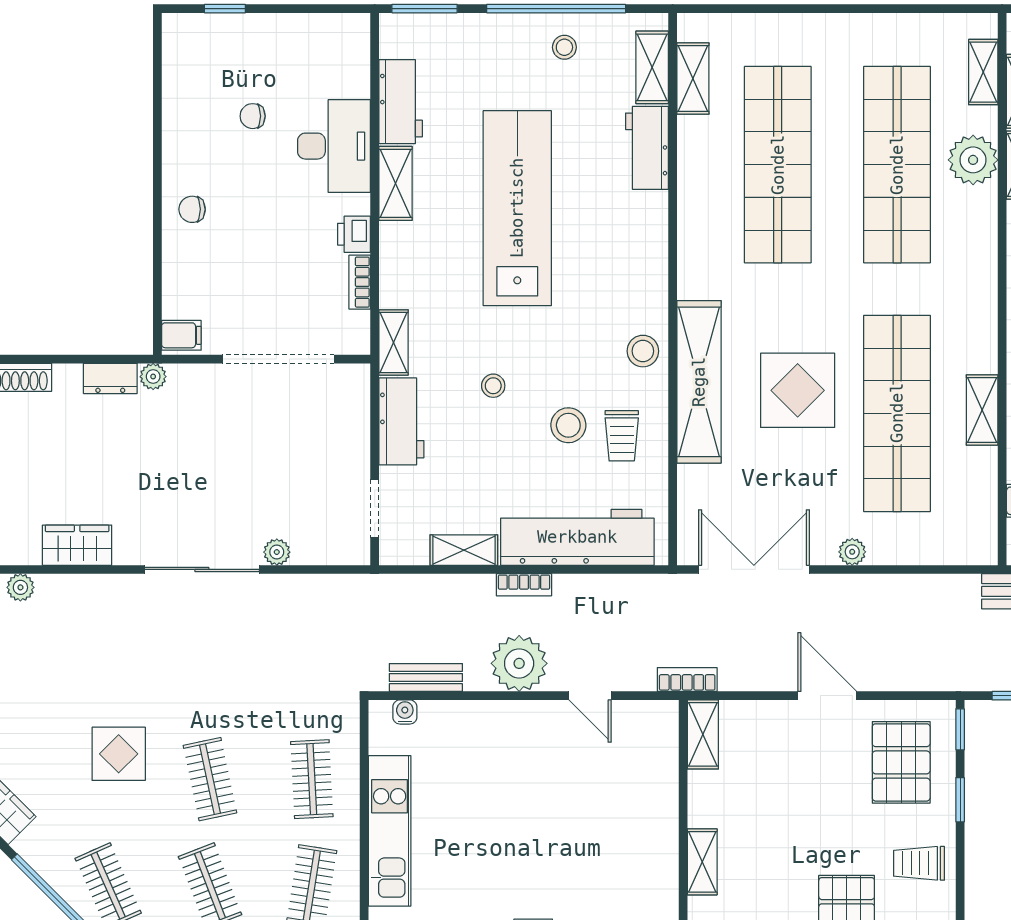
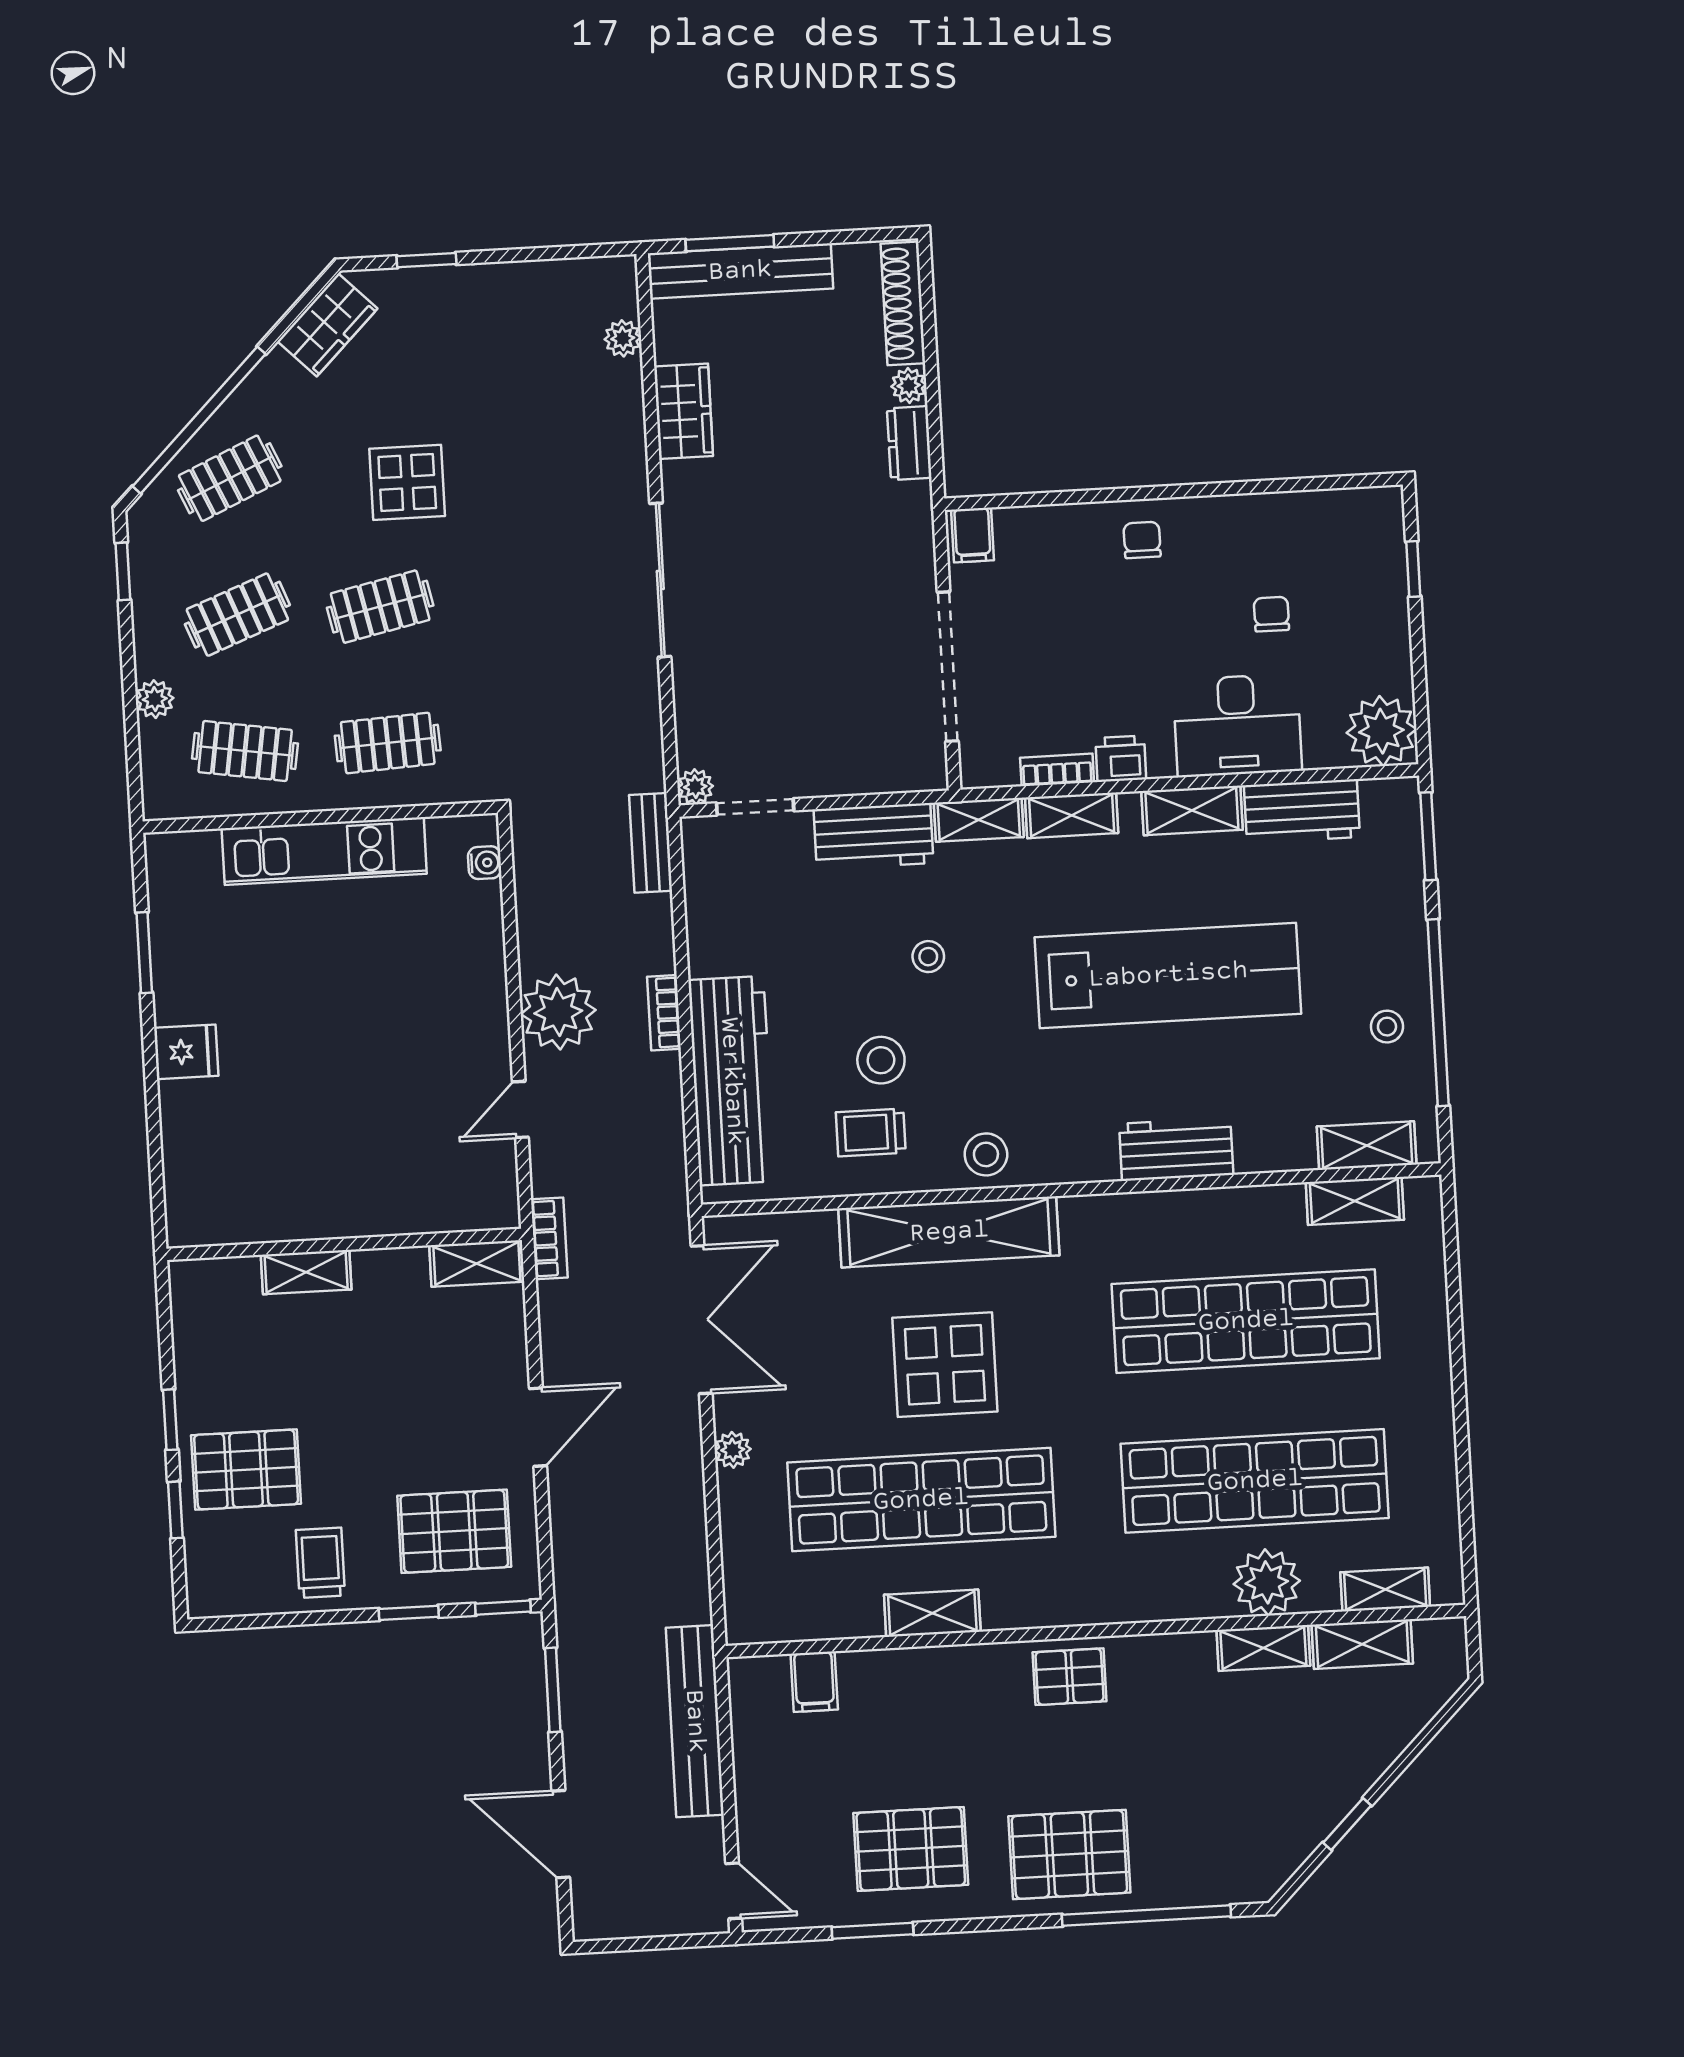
plant: (344, 39) -> (1381, 731), added
workbench: (647, 148) -> (1176, 1149), moved
plant: (153, 377) -> (909, 386), moved
shelving: (464, 550) -> (1072, 815), moved, turned 90
plant: (277, 552) -> (695, 787), moved
bench: (426, 678) -> (651, 843), moved

